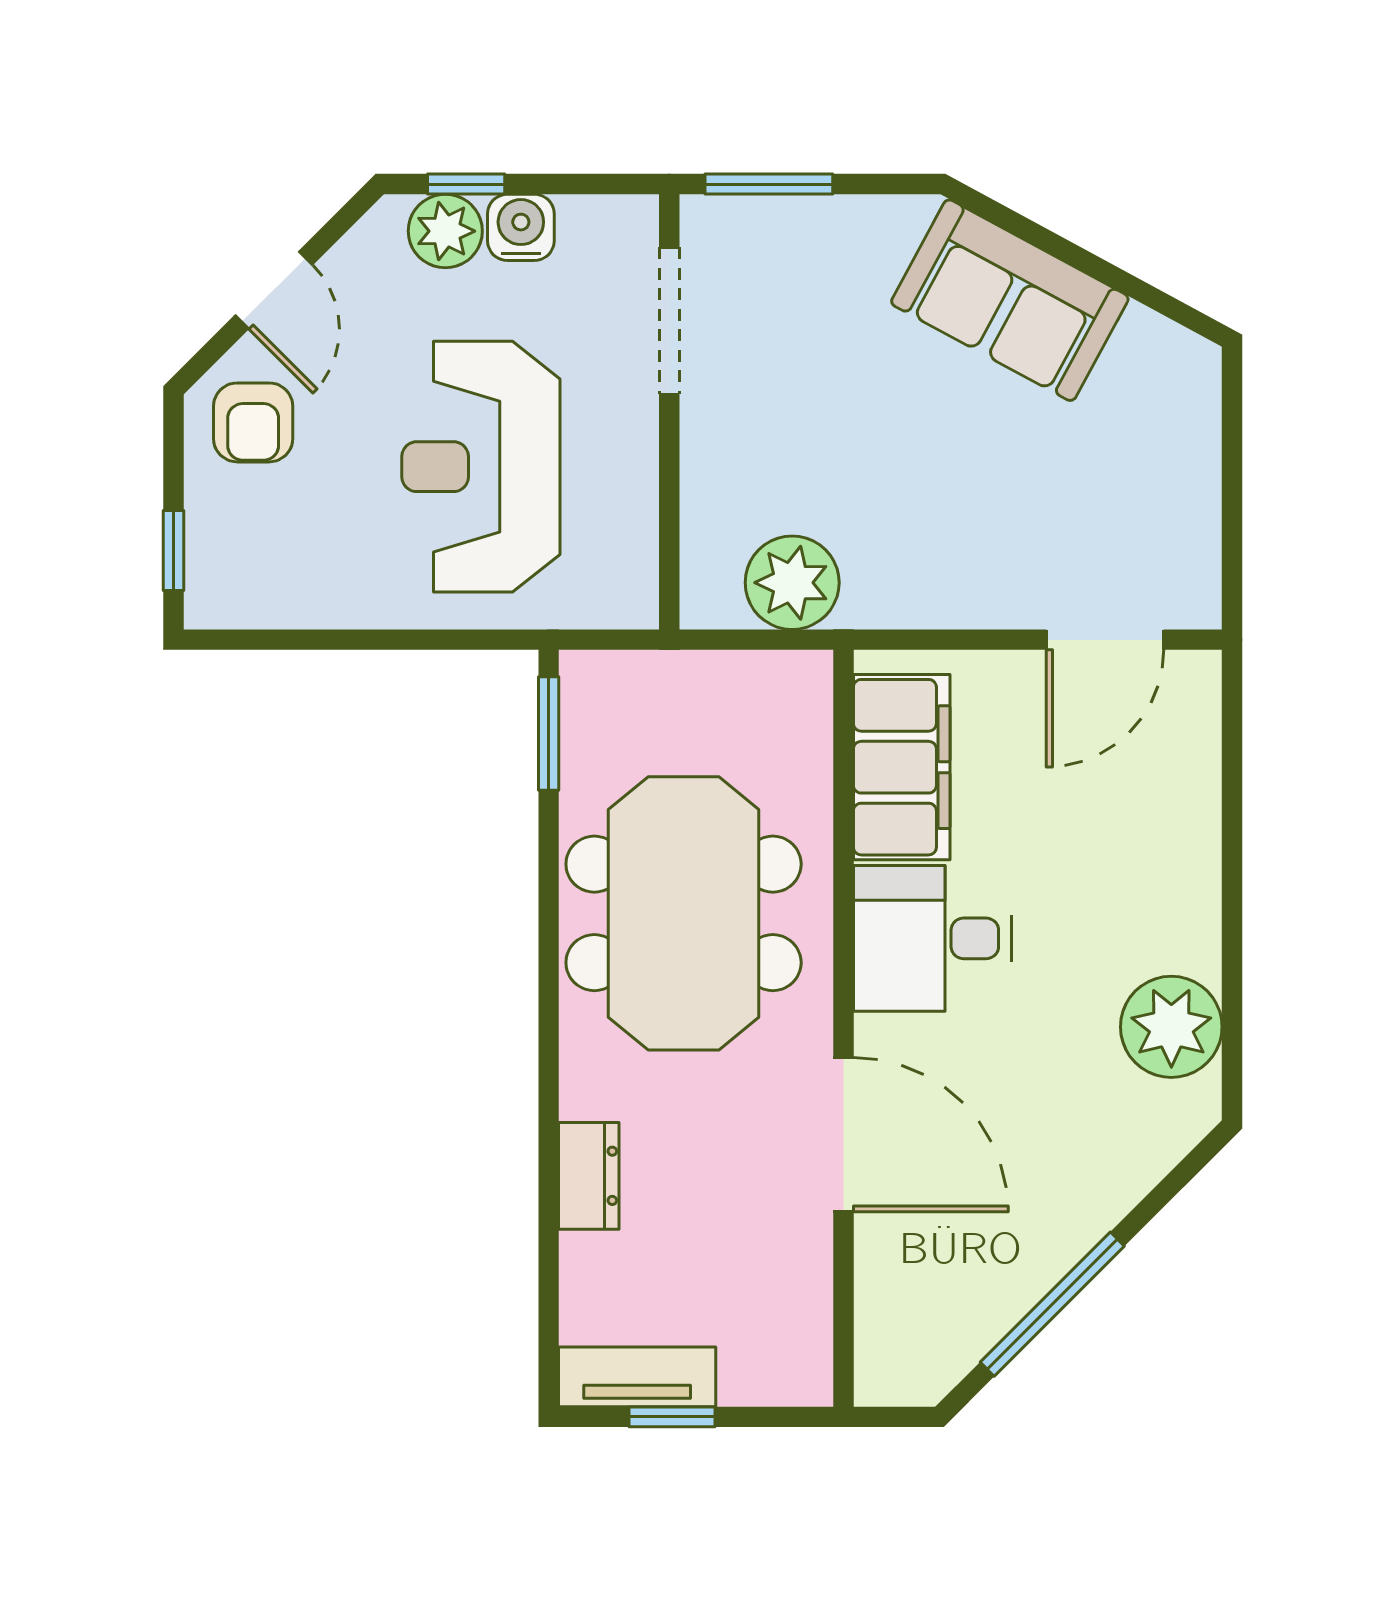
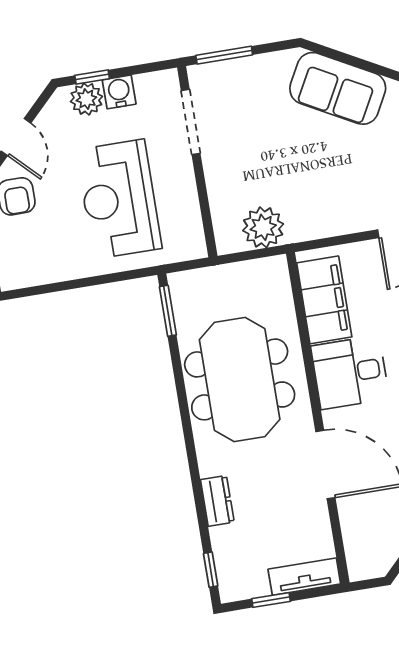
window: (549, 1327) -> (211, 570), added
tv unit: (637, 1377) -> (304, 577), moved

